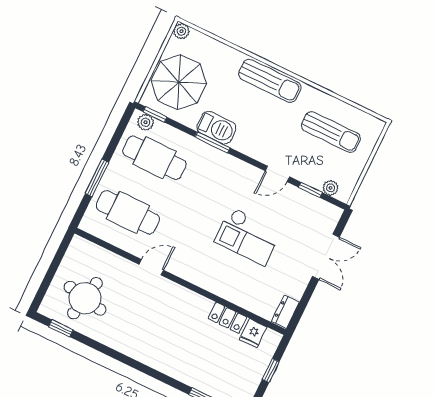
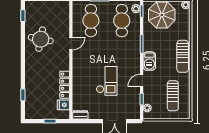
barbecue: (216, 128) -> (149, 61), moved
door: (277, 174) -> (142, 80), hinge flipped
checkout: (248, 236) -> (107, 81), turned 180
door: (151, 267) -> (71, 44), hinge flipped
round table: (85, 298) -> (41, 39), moved
locker: (227, 318) -> (65, 85), width x1.53

